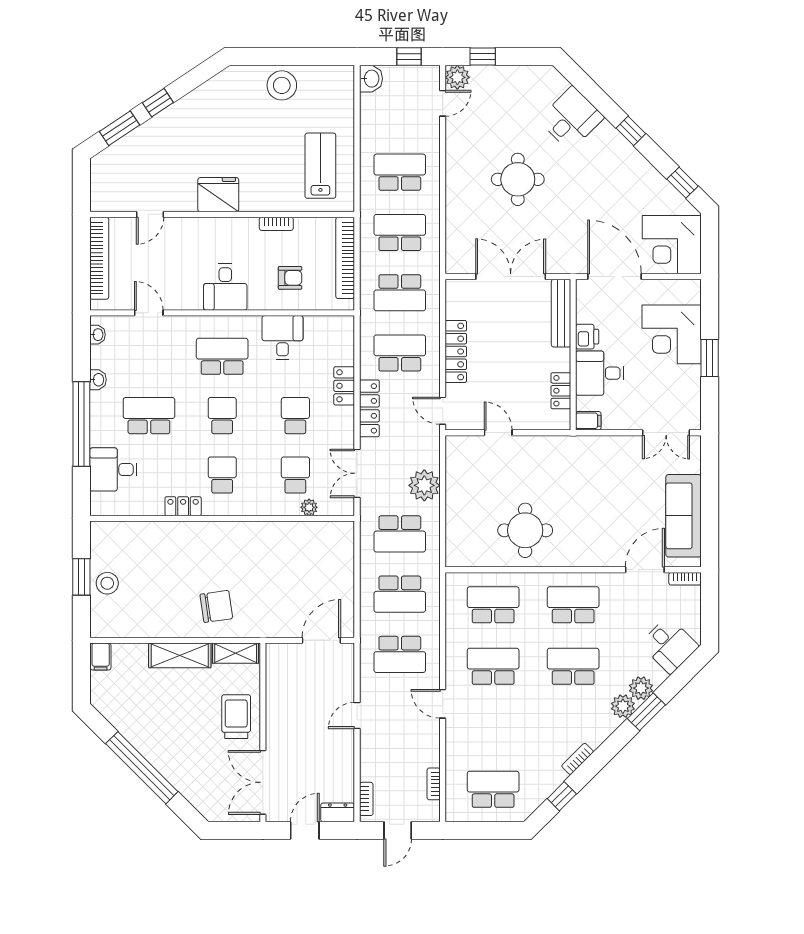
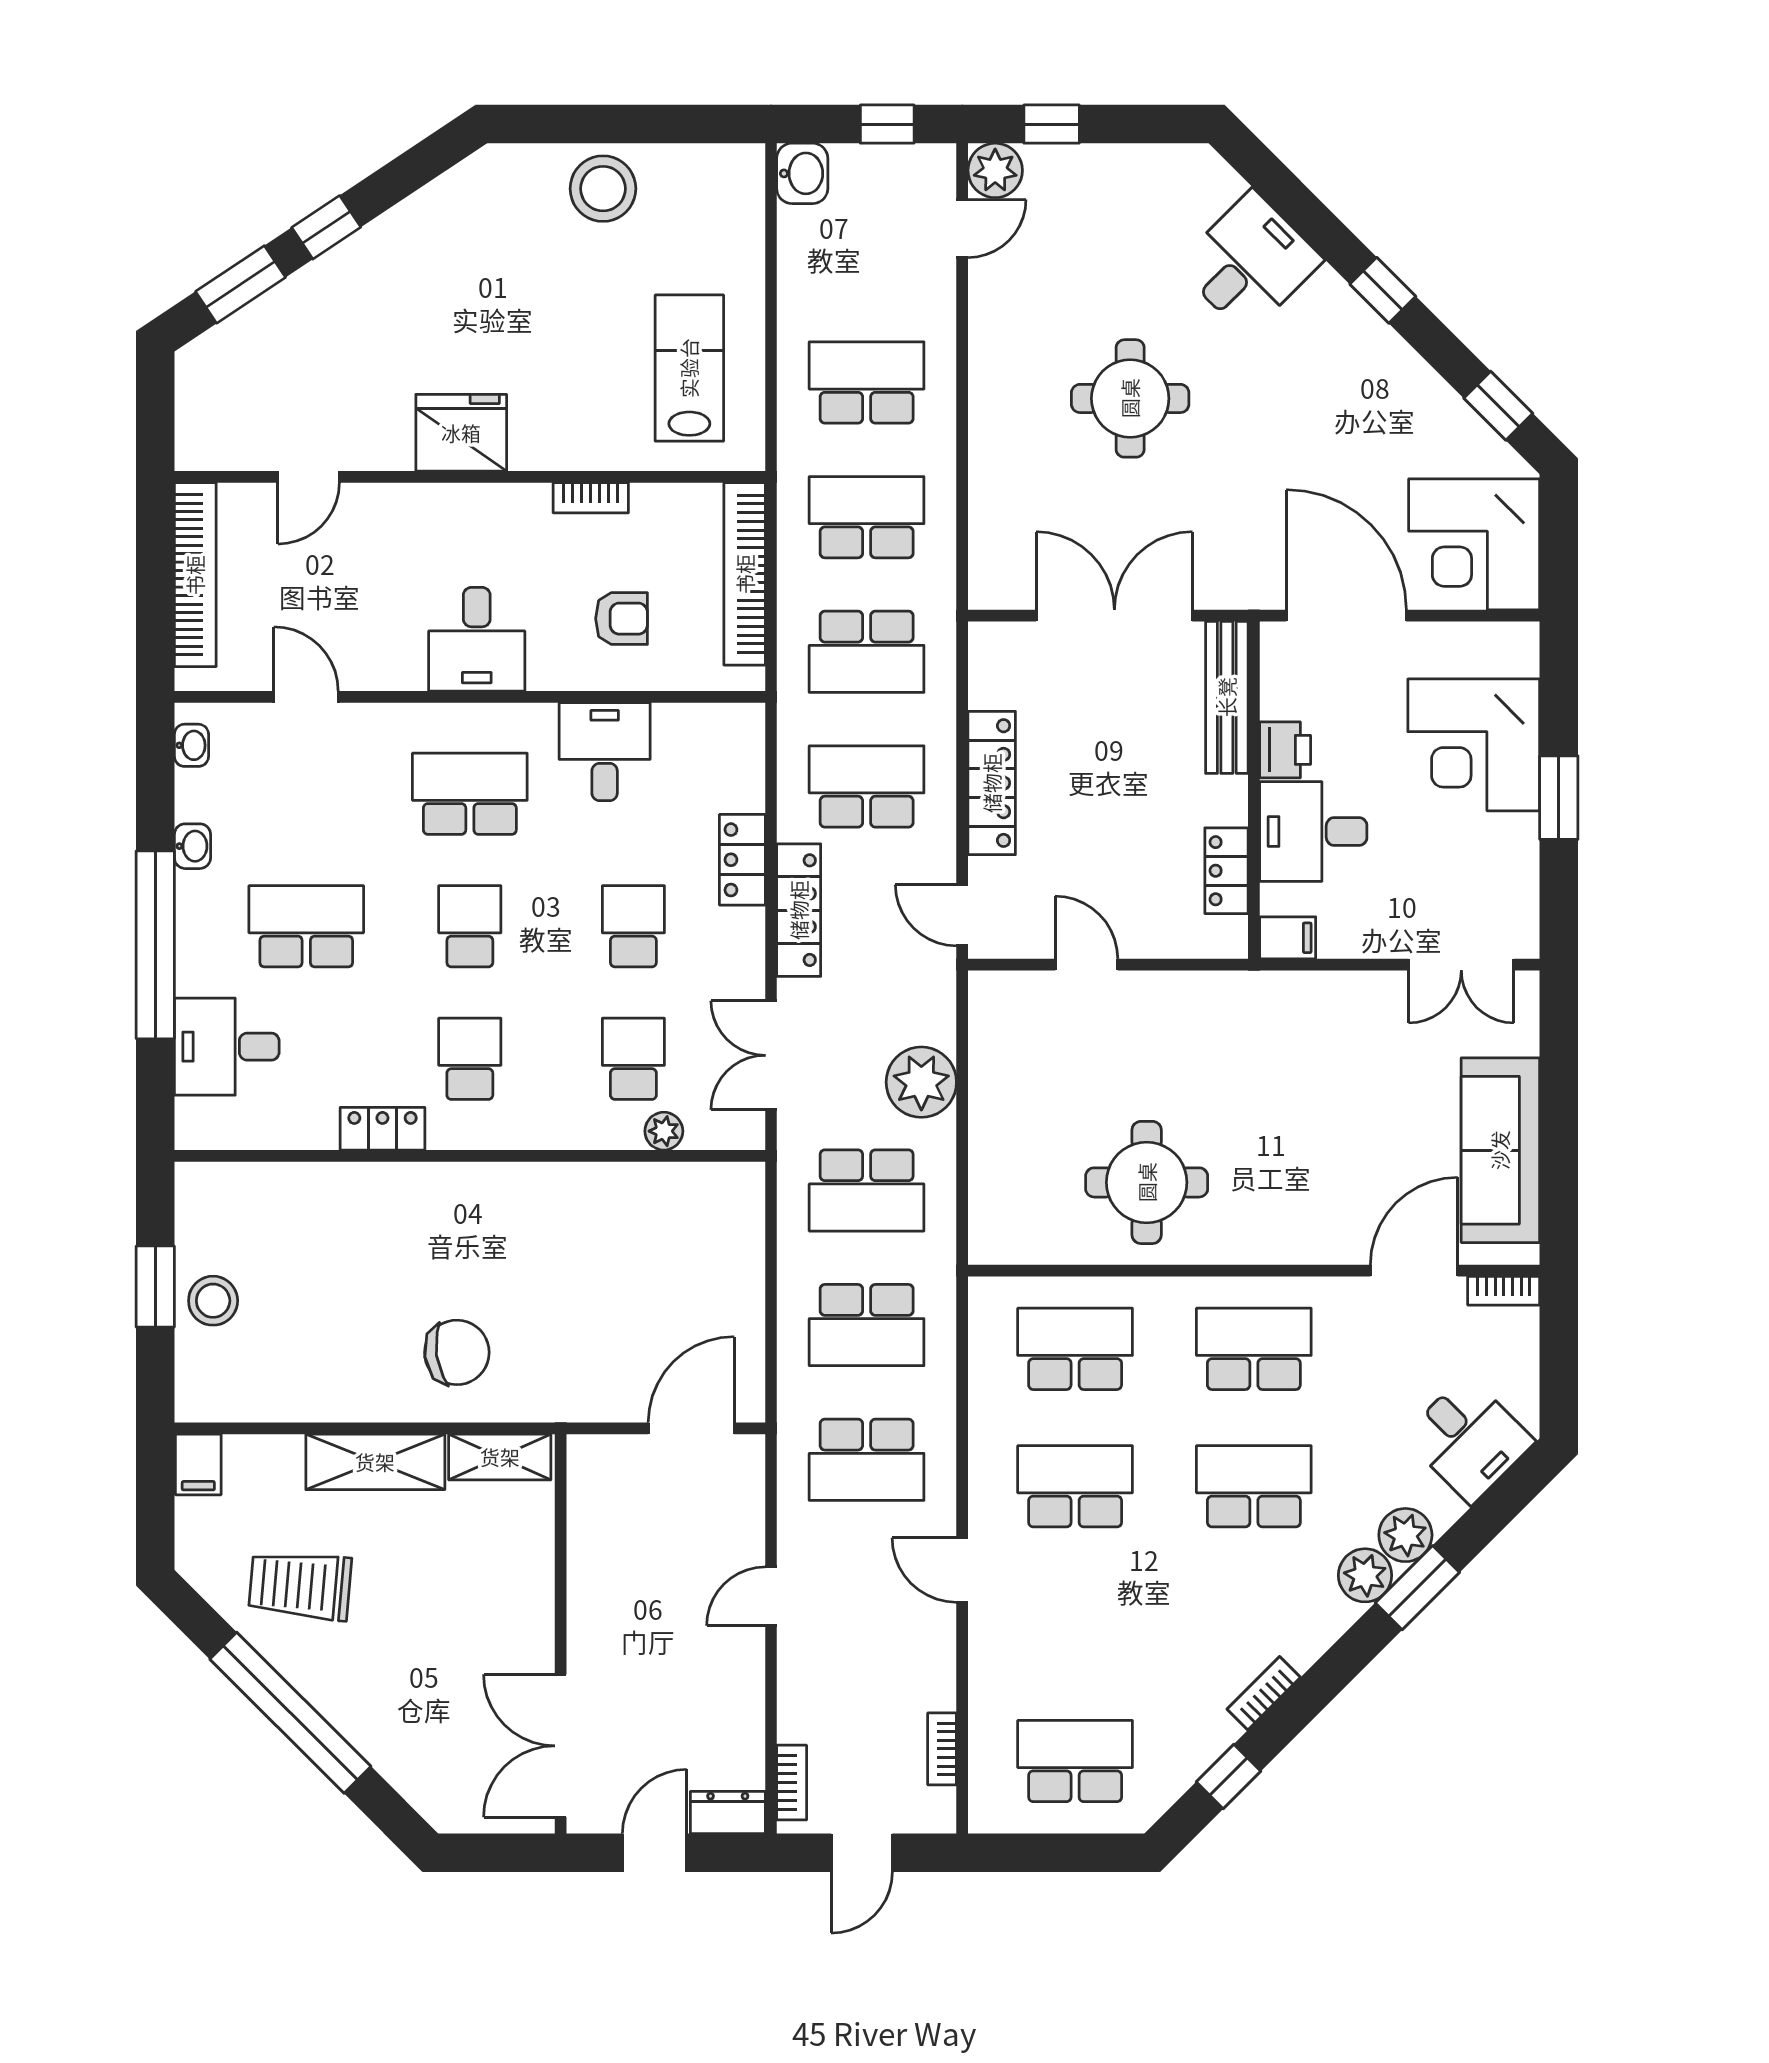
trolley: (236, 717) -> (300, 1585), moved, turned -85

